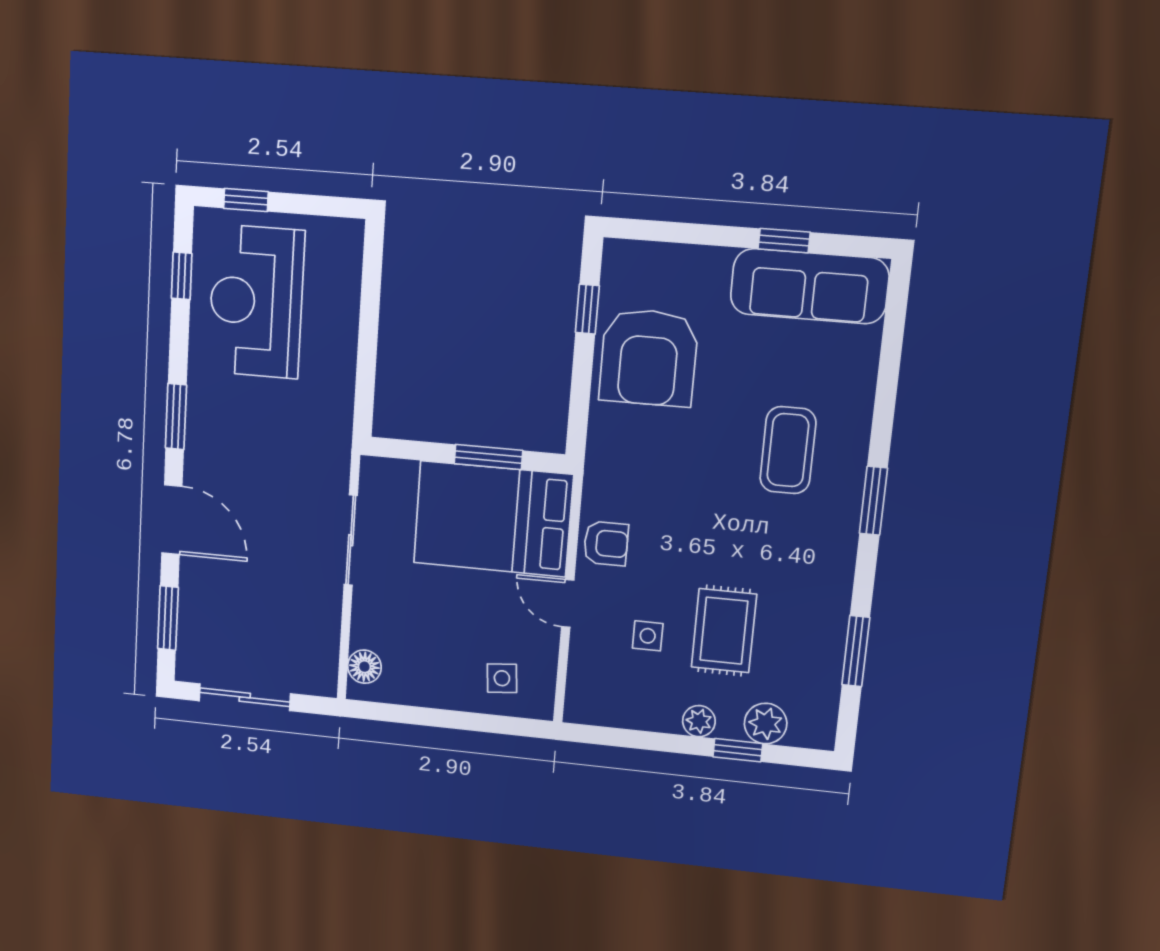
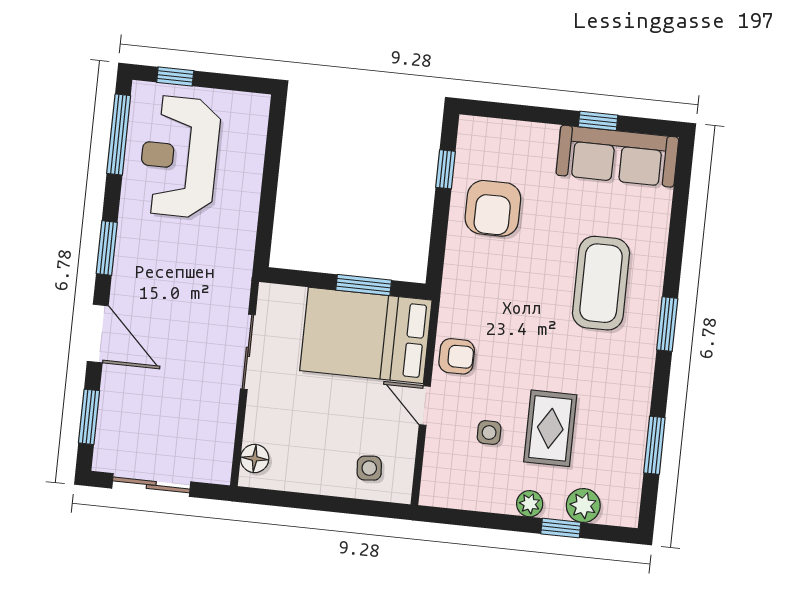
window: (182, 276) -> (119, 135), width x2.17
armchair: (649, 358) -> (493, 208), width x0.73, depth x0.73
coffee table: (788, 450) -> (601, 283), width x1.36, depth x1.32

